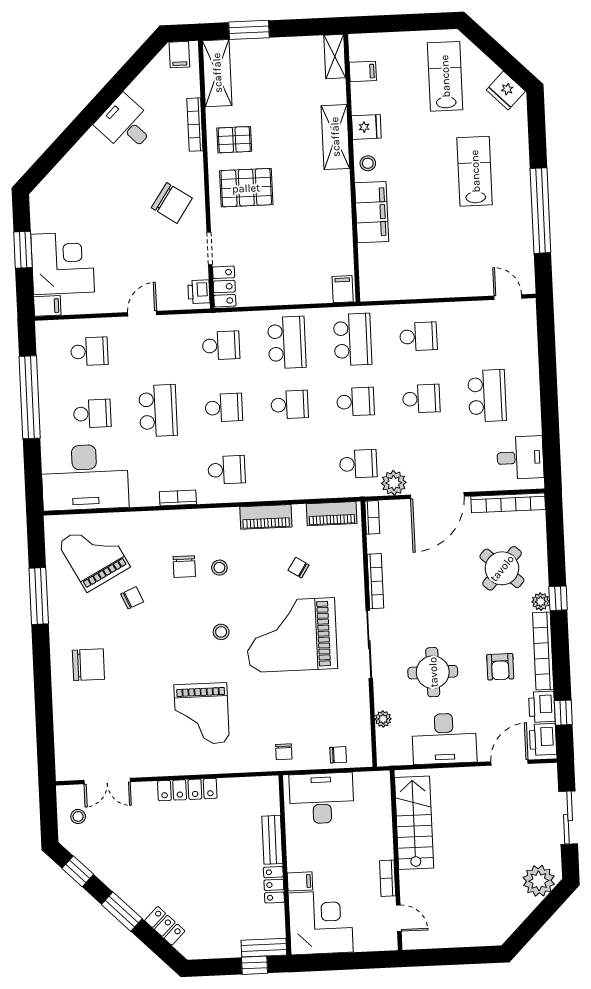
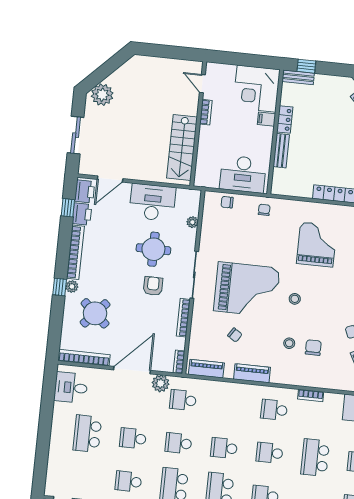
armchair: (500, 667) -> (153, 286), moved

